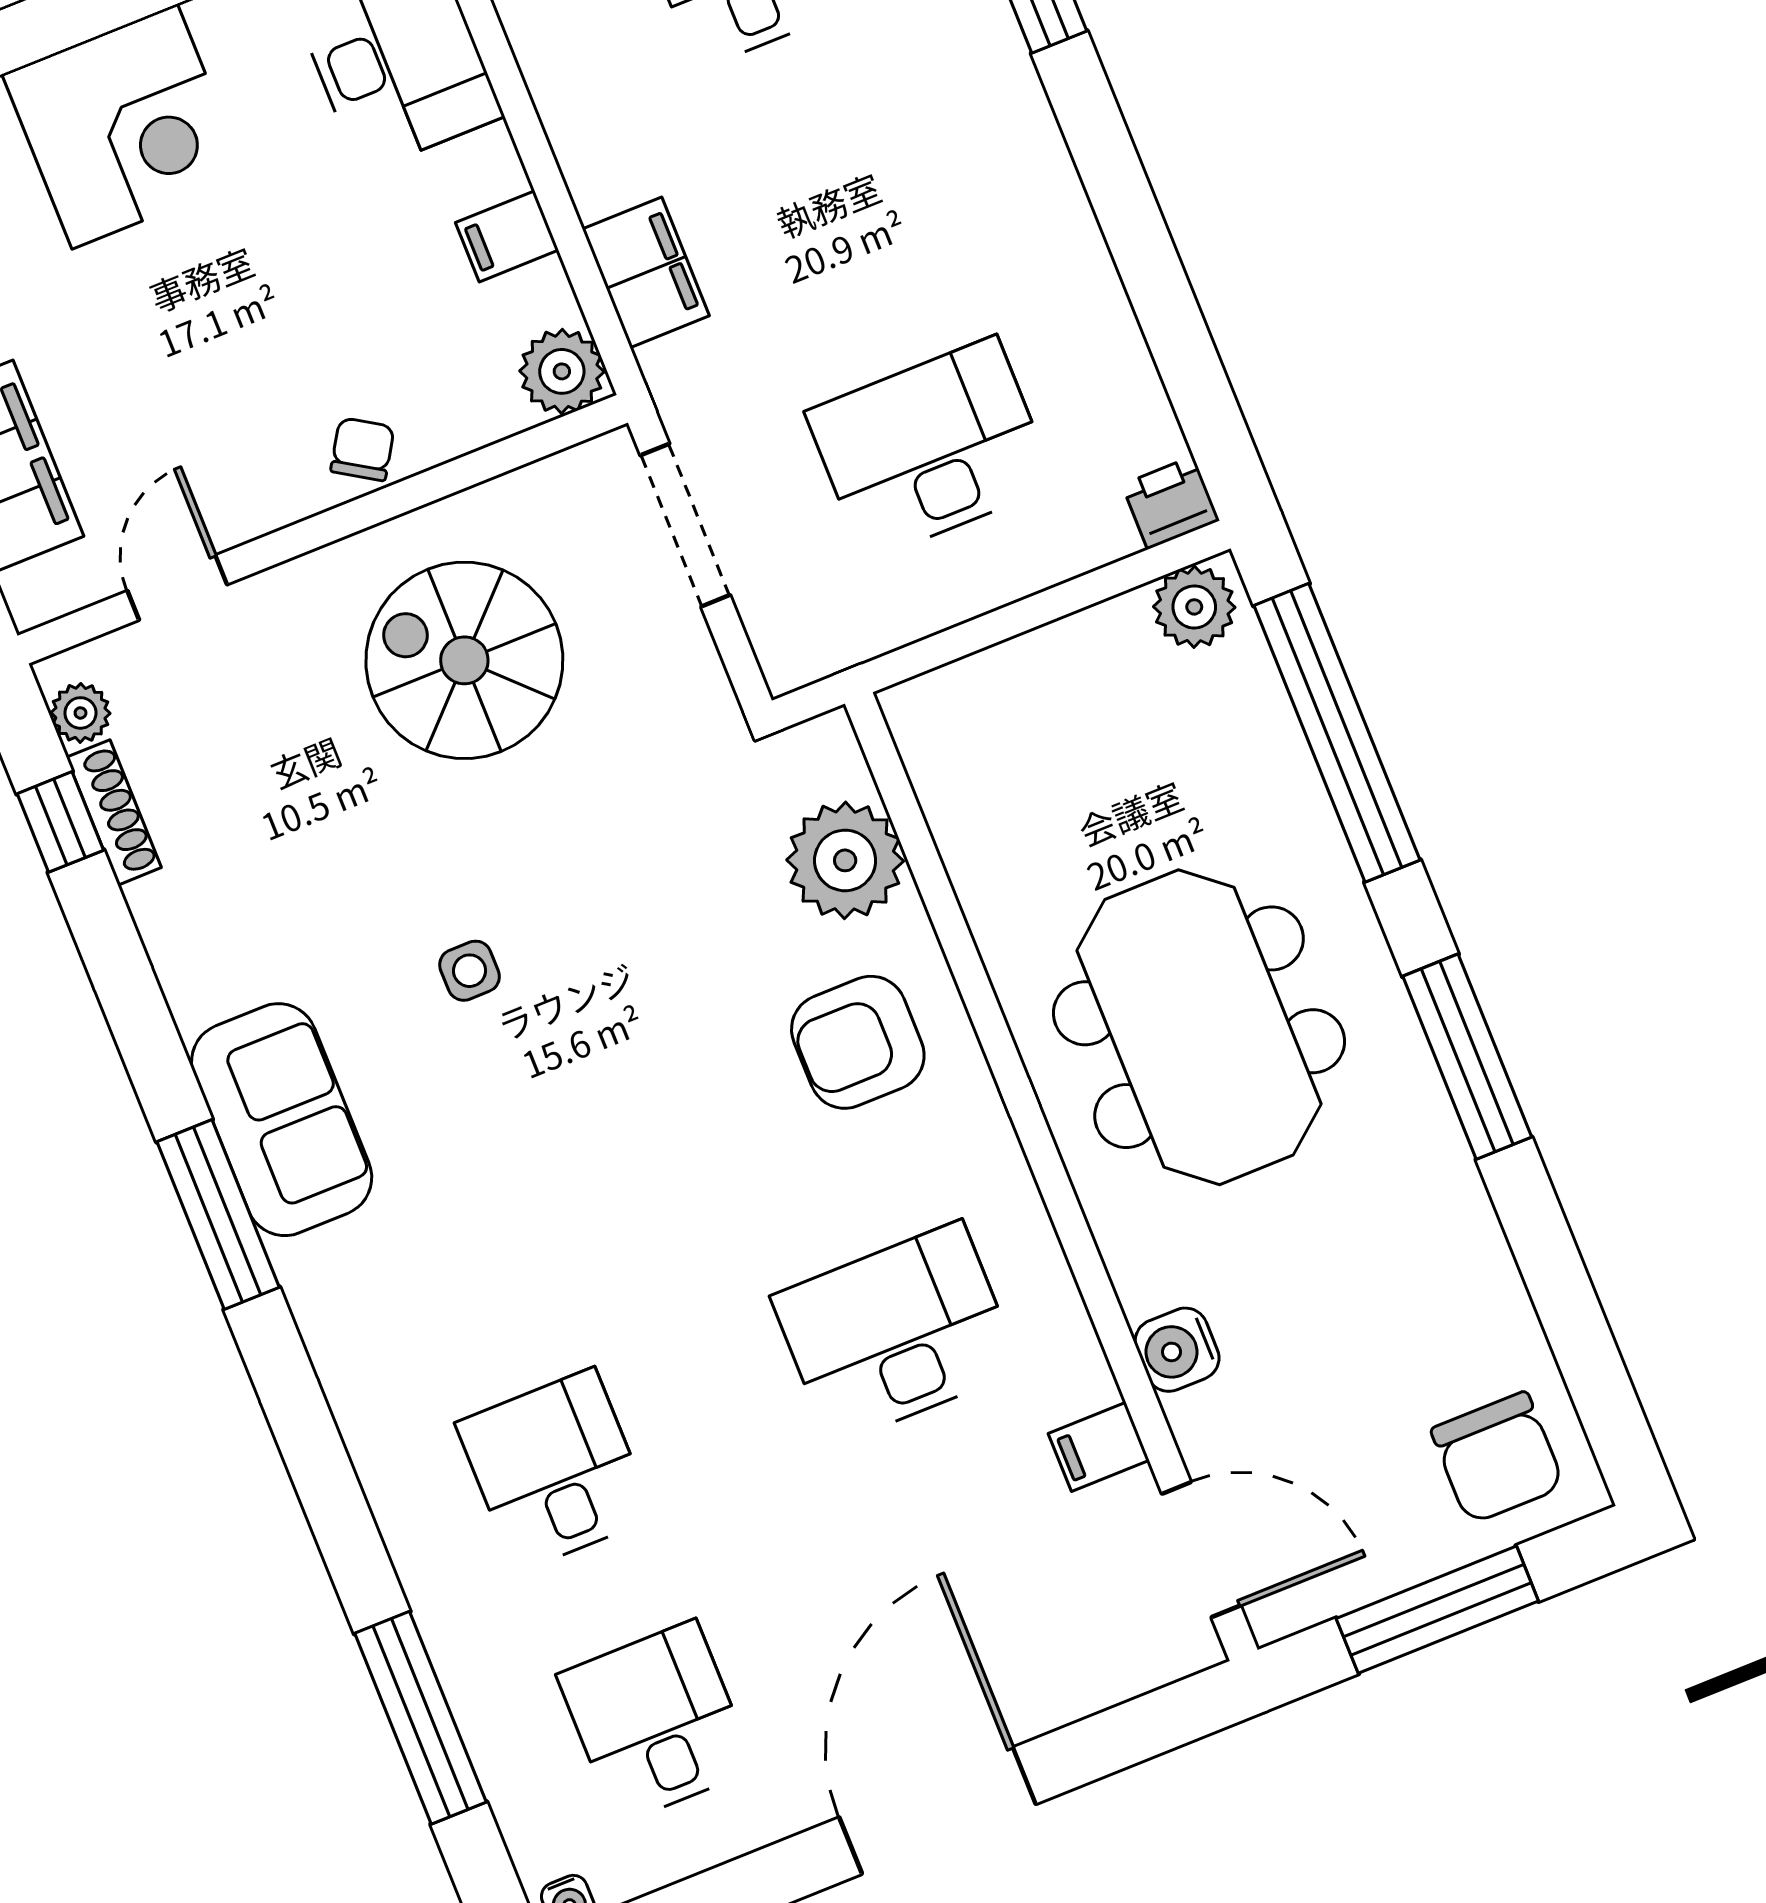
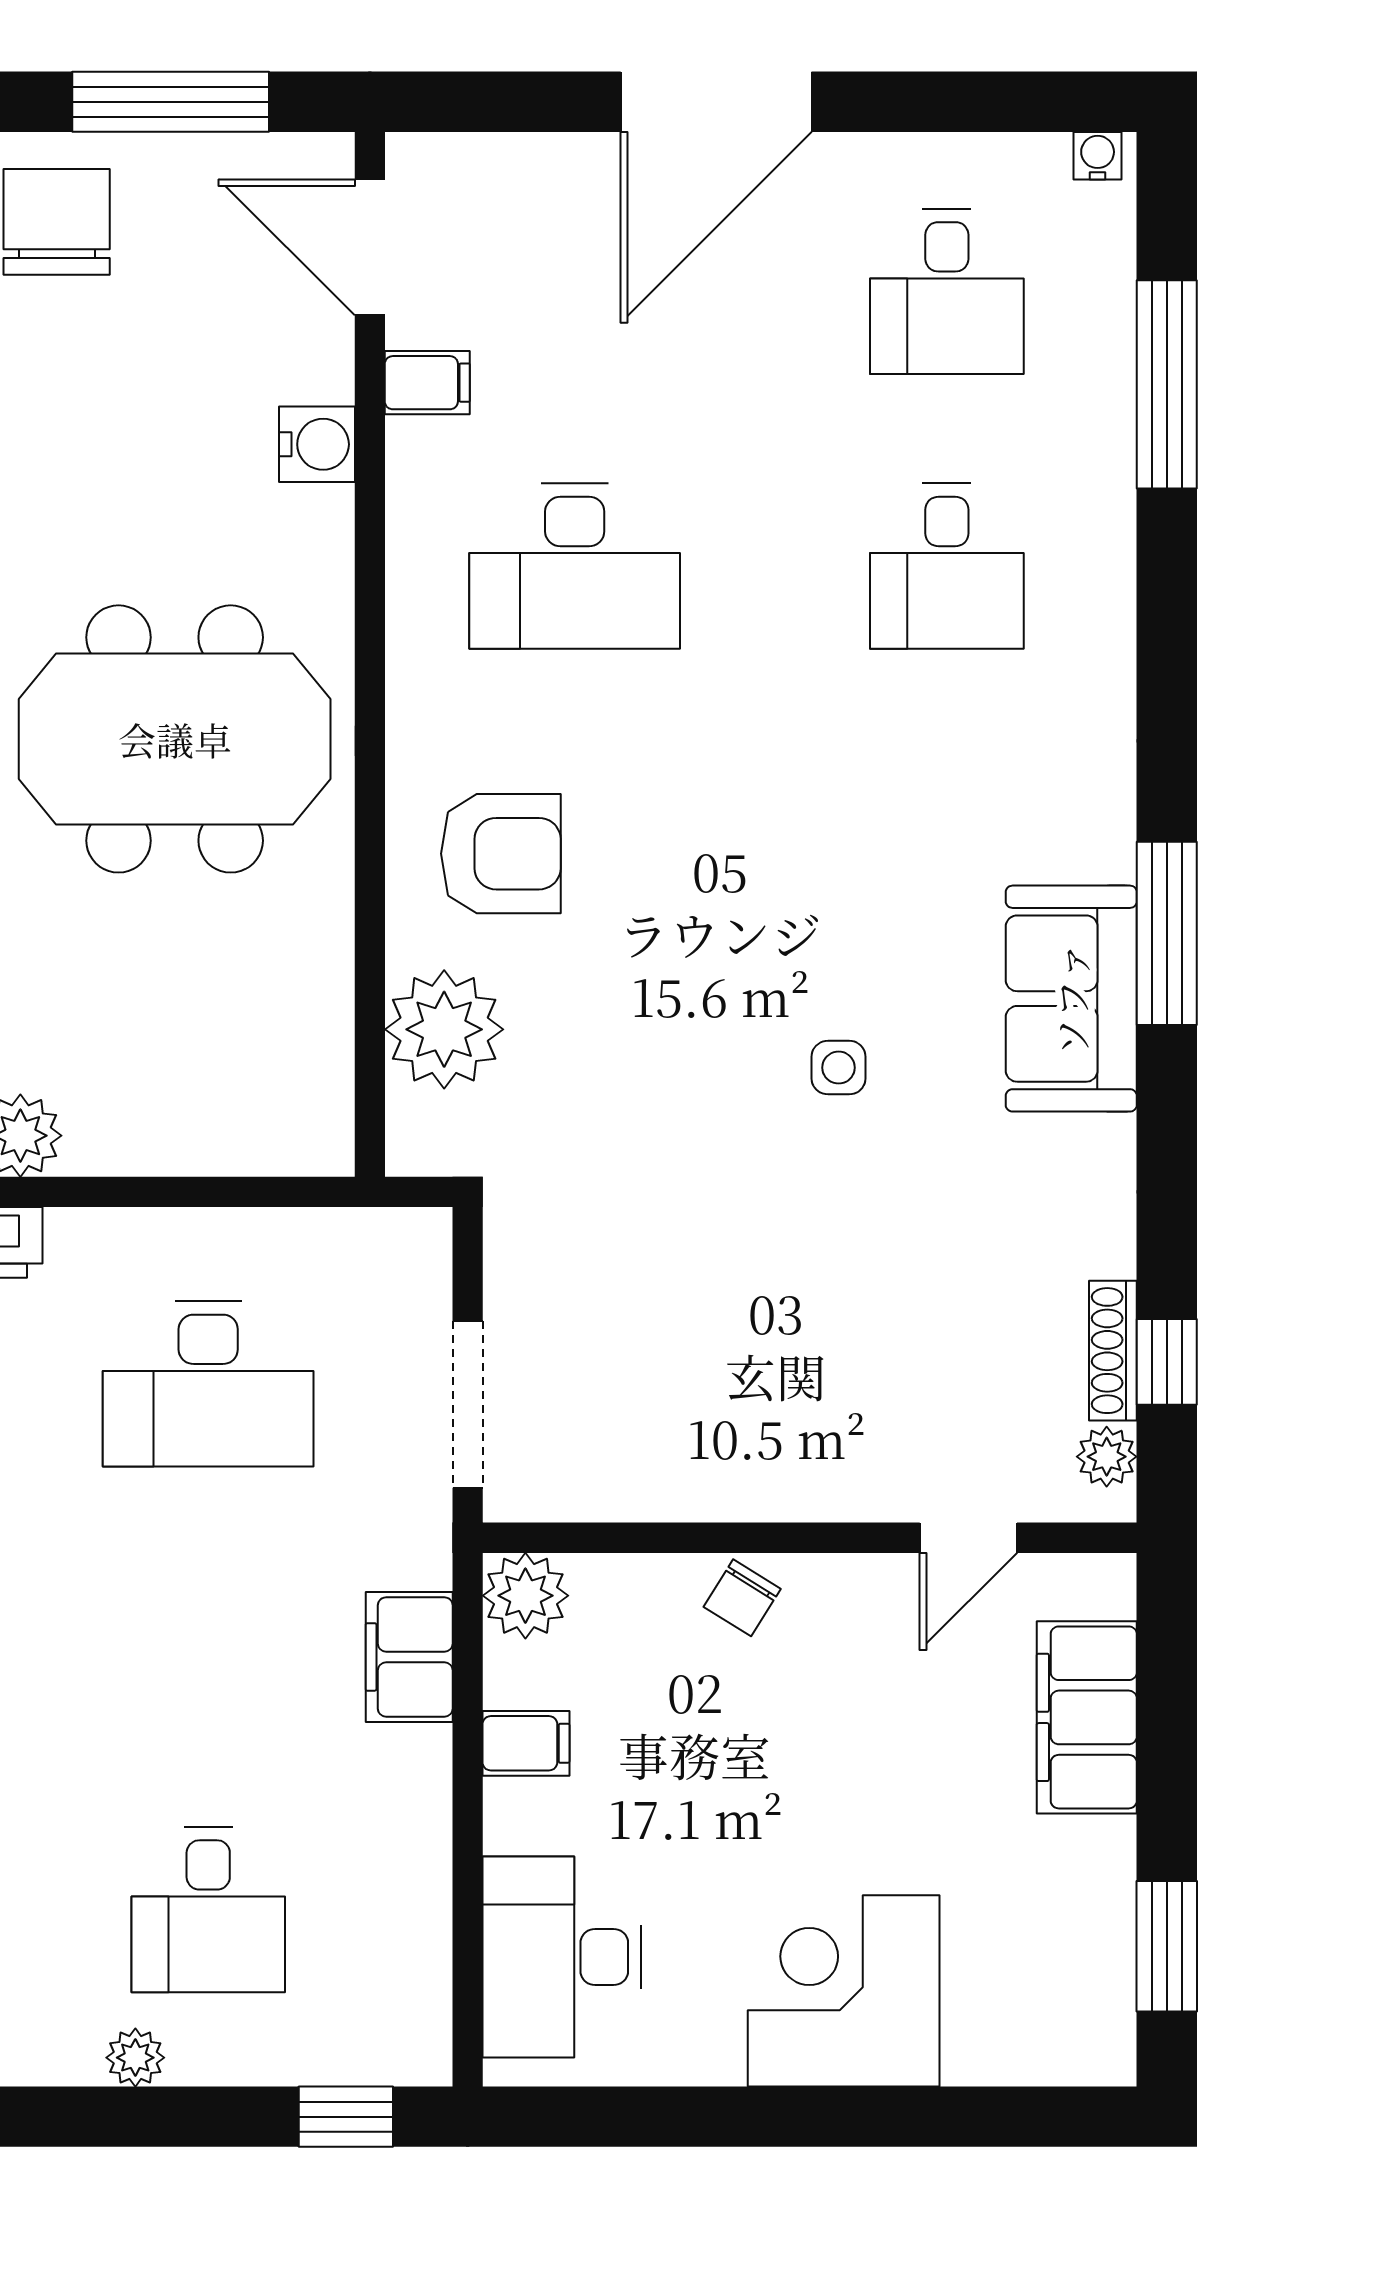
spiral stairs: (464, 660) -> (726, 1361), removed
meeting table: (1199, 1027) -> (175, 739), turned 90

